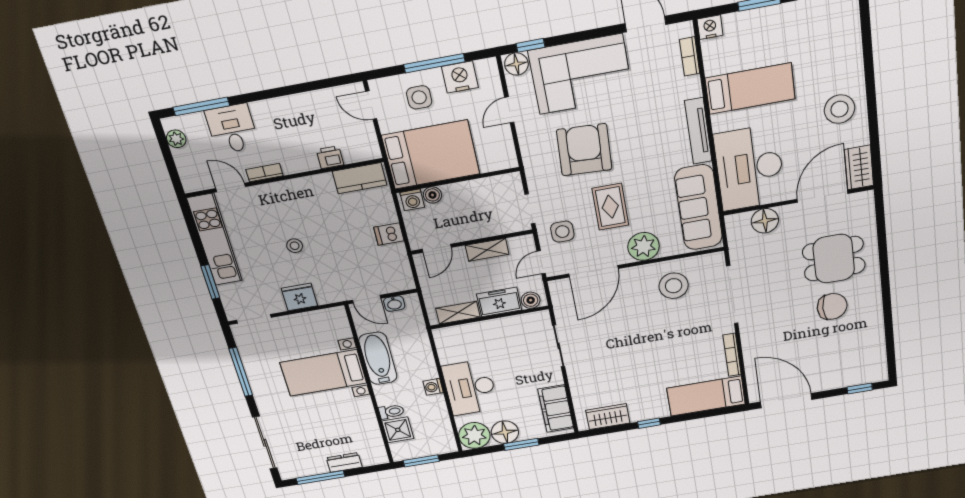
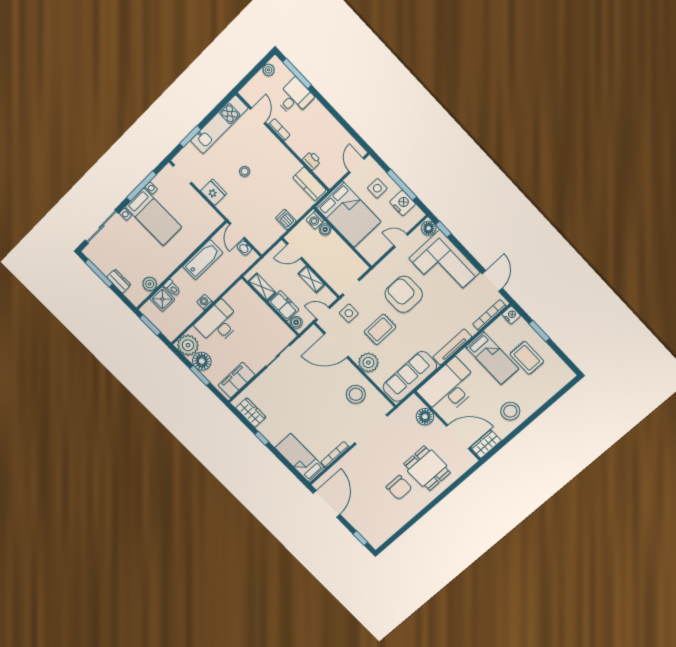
rug: (784, 43) -> (527, 358), added
bookcase: (690, 56) -> (489, 315), width x1.56
armchair: (584, 150) -> (404, 294), turned -93
bed with nightstands: (323, 373) -> (154, 217), moved, turned 180
plant: (370, 433) -> (150, 284), added

